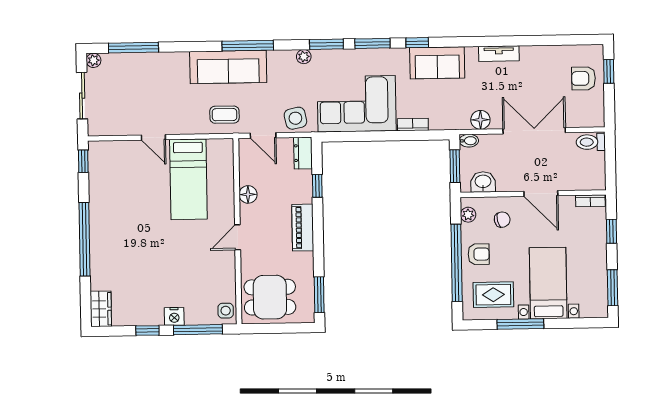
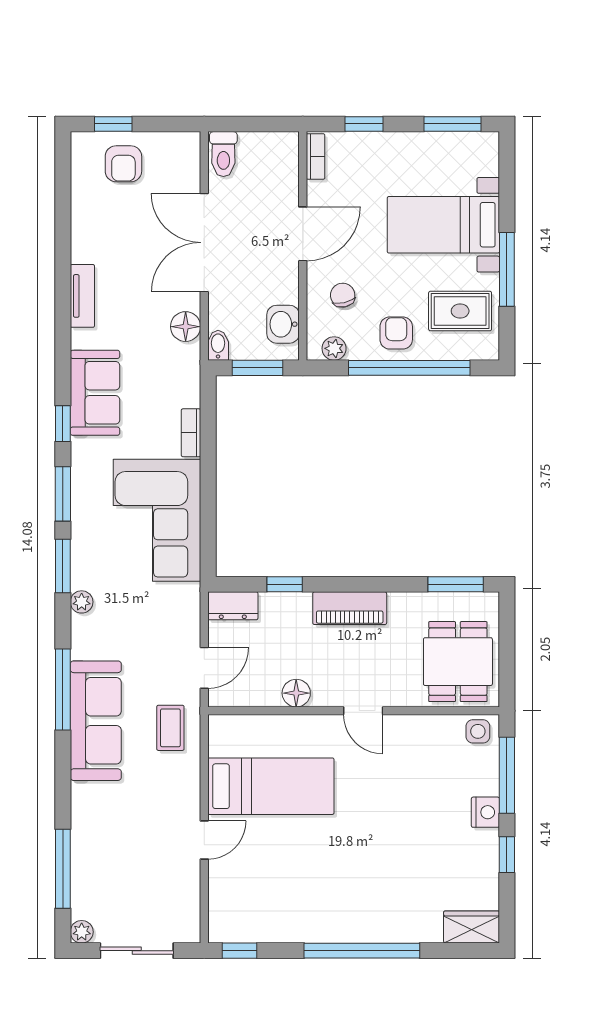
side table: (295, 118) -> (178, 617), removed
rug: (493, 295) -> (460, 311), turned 90

